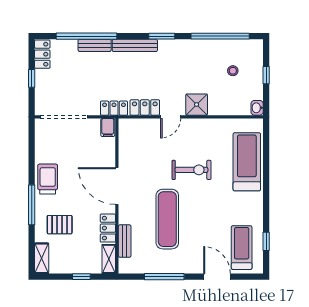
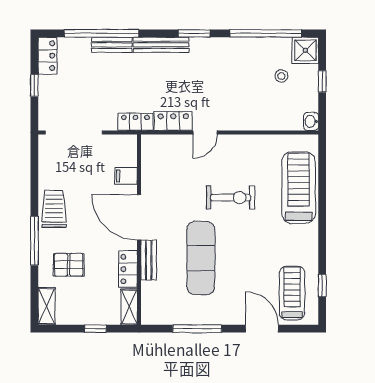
shower: (197, 105) -> (305, 50), moved
filing cabinet: (108, 128) -> (126, 176), moved, turned 90
bench: (125, 241) -> (149, 260), moved

